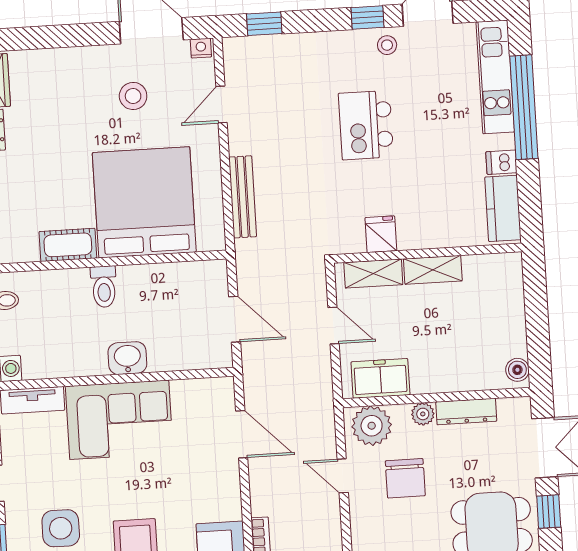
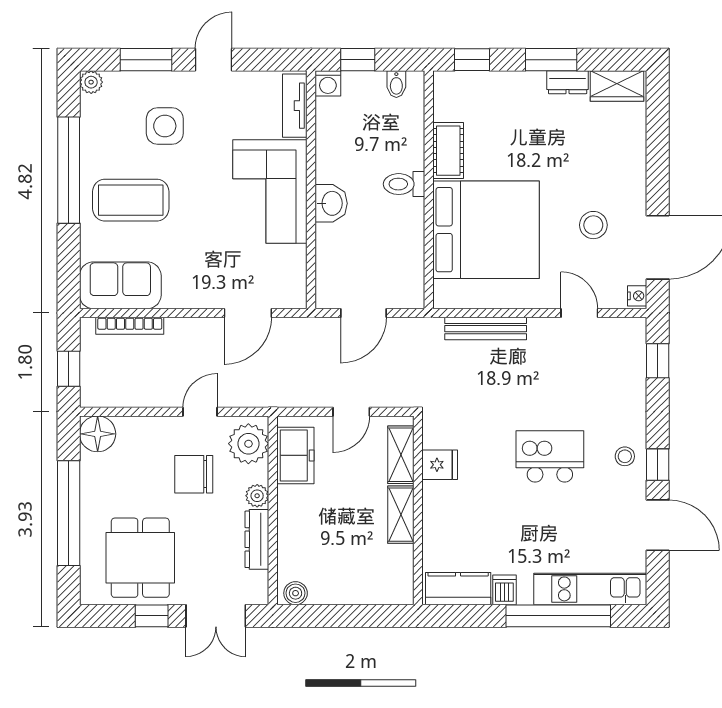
stool: (387, 45) -> (625, 456), moved

